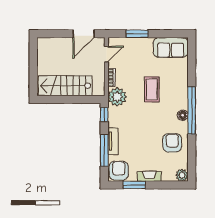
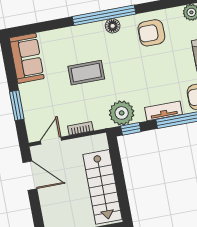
door: (106, 54) -> (51, 141), hinge flipped
plant: (117, 97) -> (122, 113), moved

